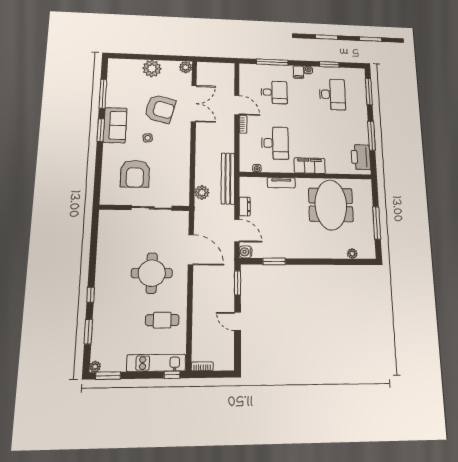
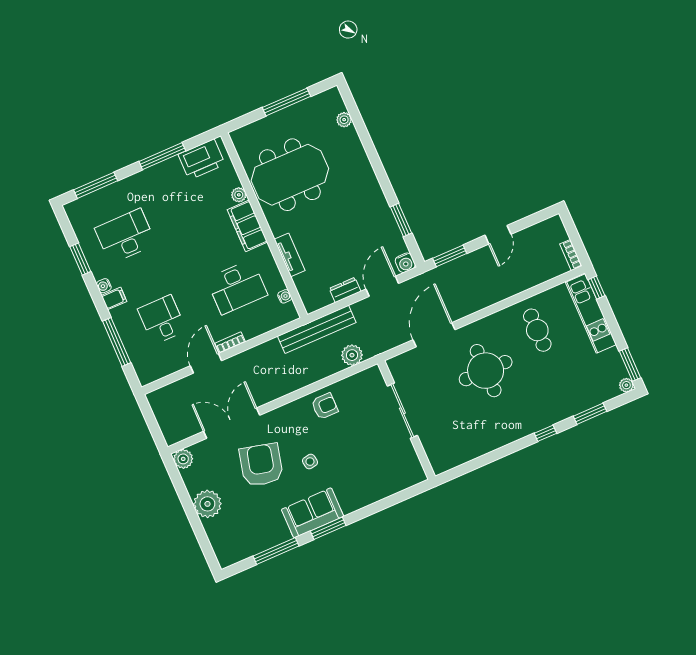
desk: (275, 143) -> (237, 287), turned 180
plant: (331, 169) -> (239, 195), added
armchair: (135, 174) -> (325, 406), moved, width x0.53, depth x0.53

